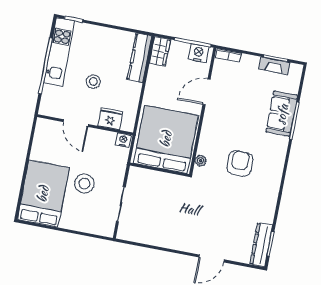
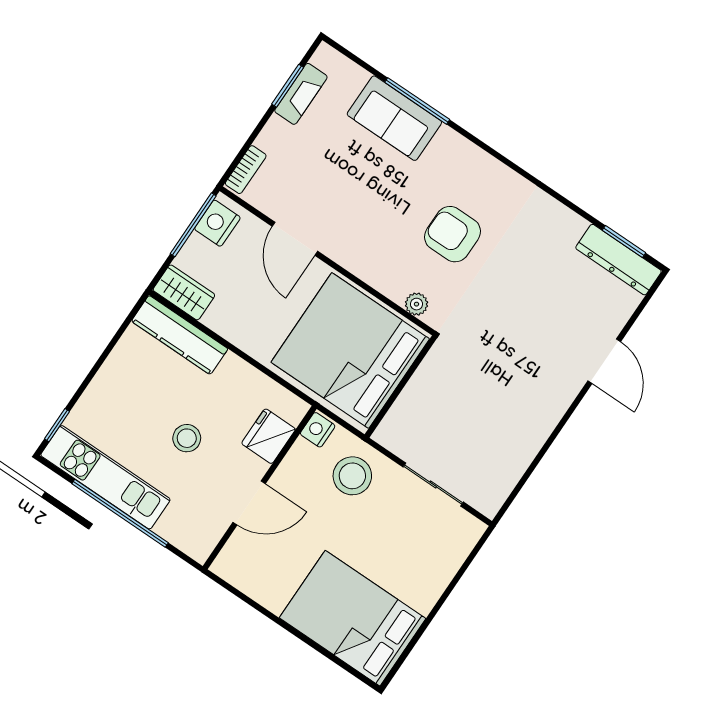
stool: (84, 184) -> (352, 476), moved

